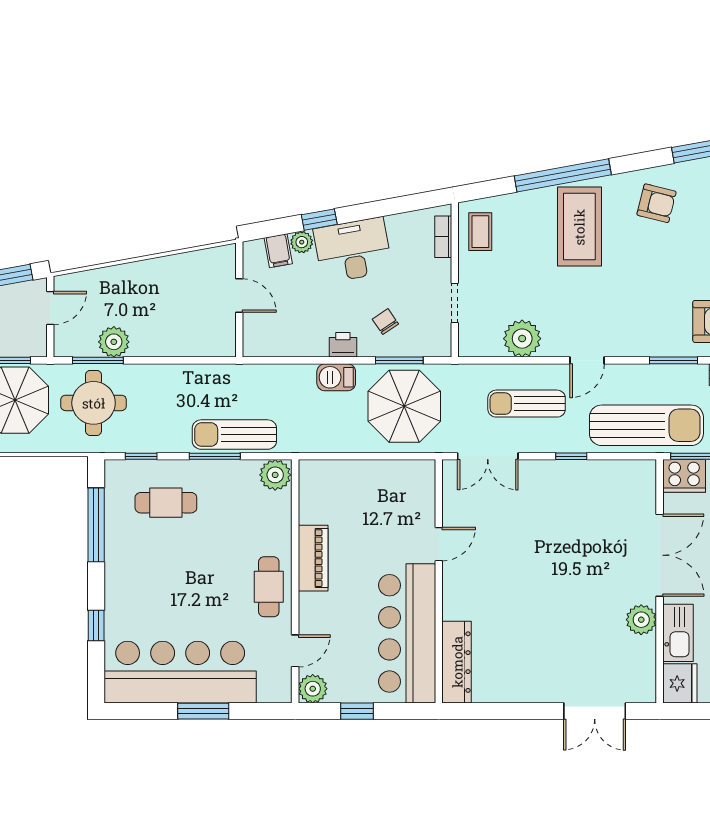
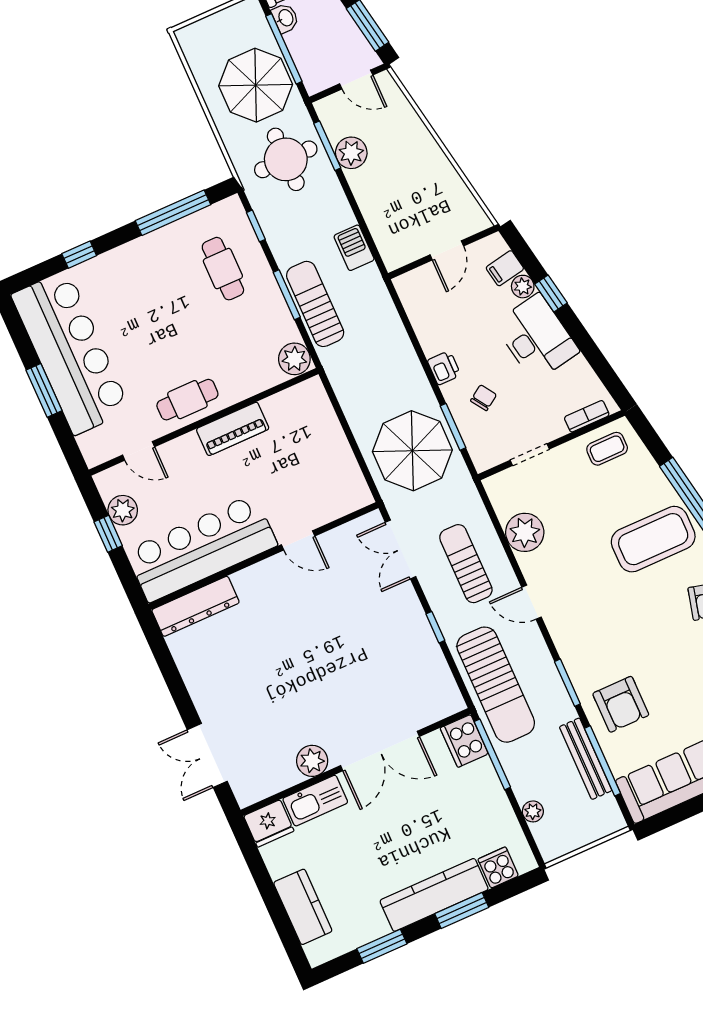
barbecue: (336, 377) -> (354, 248), moved
plant: (313, 689) -> (123, 510), moved

